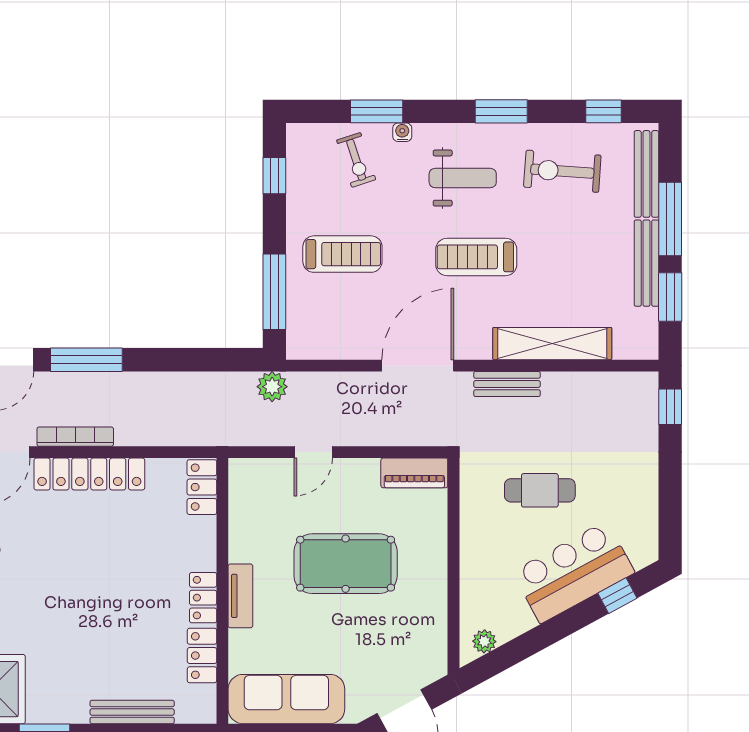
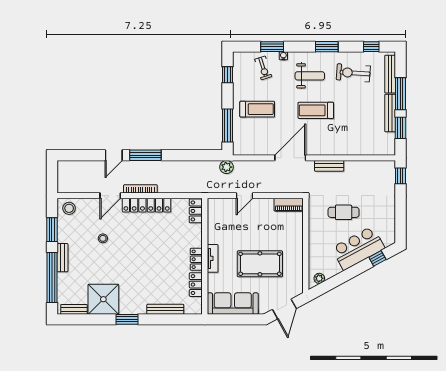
shelving: (552, 344) -> (349, 148), removed
pool table: (346, 564) -> (260, 264), moved

